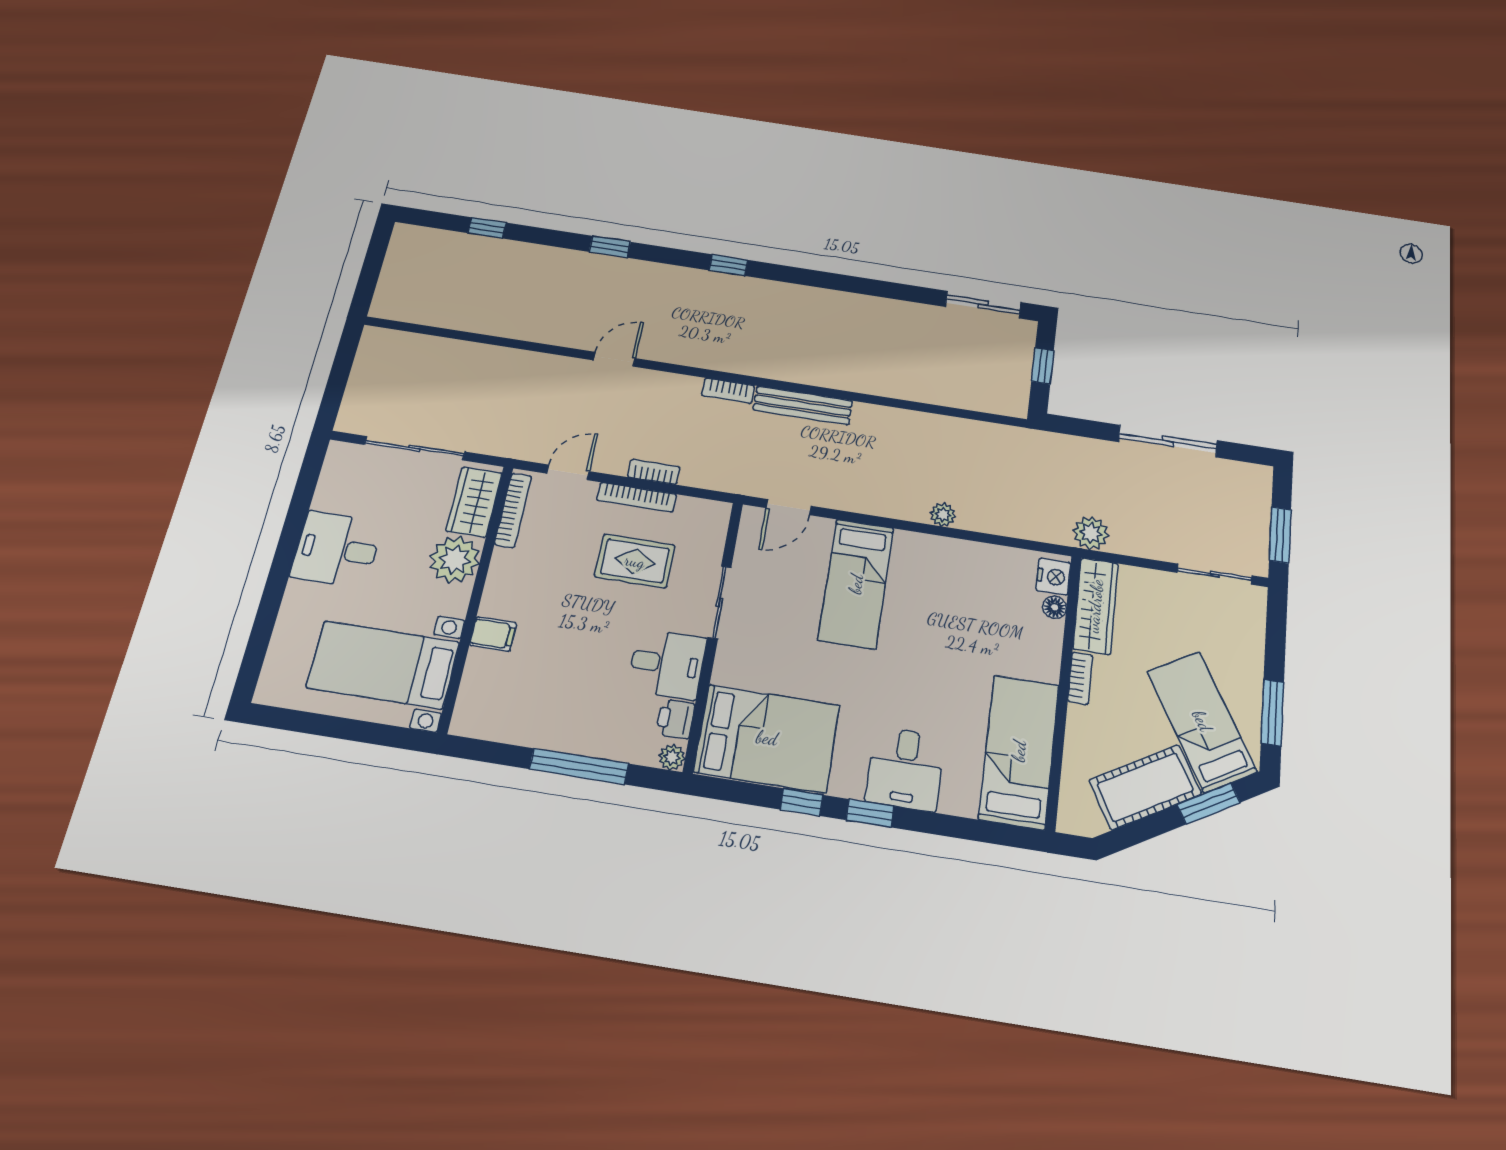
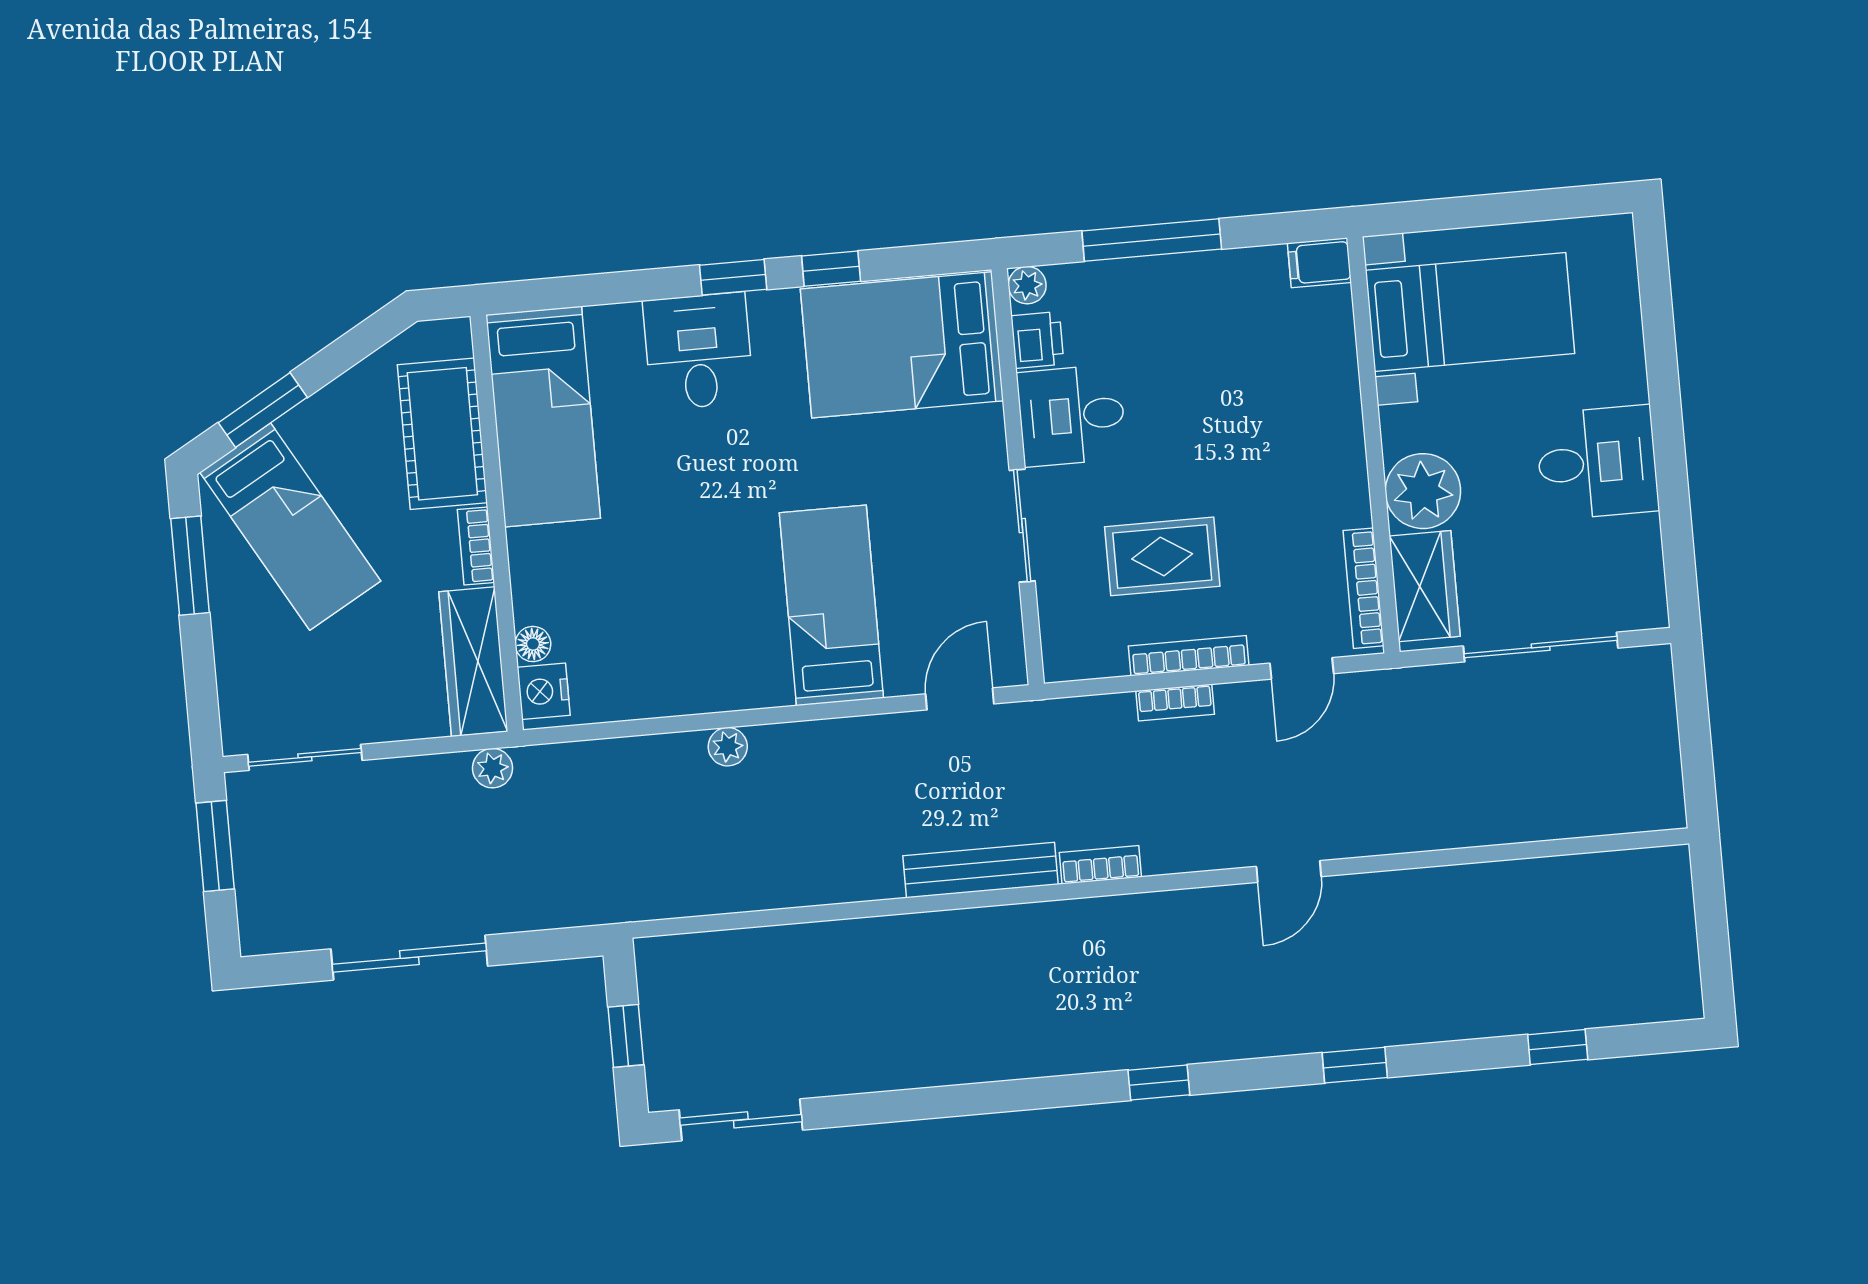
plant: (1091, 533) -> (492, 768), width x0.73, depth x0.73
filing cabinet: (493, 634) -> (1319, 263), moved
cot: (1145, 787) -> (442, 434), moved, turned -60

